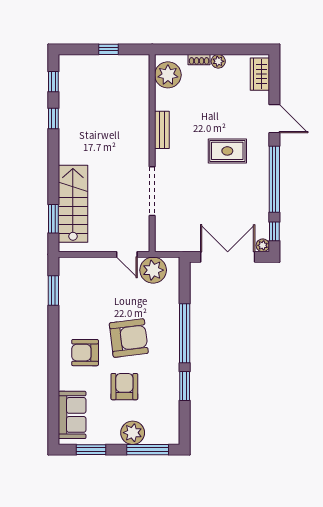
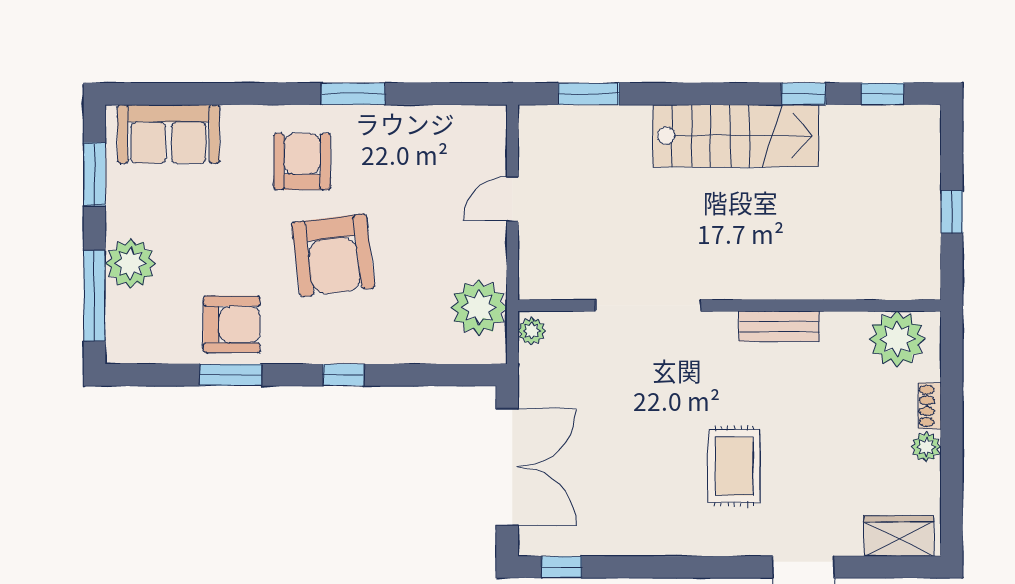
window: (274, 179) -> (673, 567), removed
stairs: (73, 204) -> (736, 136), moved
plant: (263, 245) -> (532, 331), moved
door: (127, 254) -> (512, 199), moved
window: (53, 291) -> (353, 94), moved
window: (185, 333) -> (343, 375), width x0.32
armchair: (124, 387) -> (232, 324), moved

